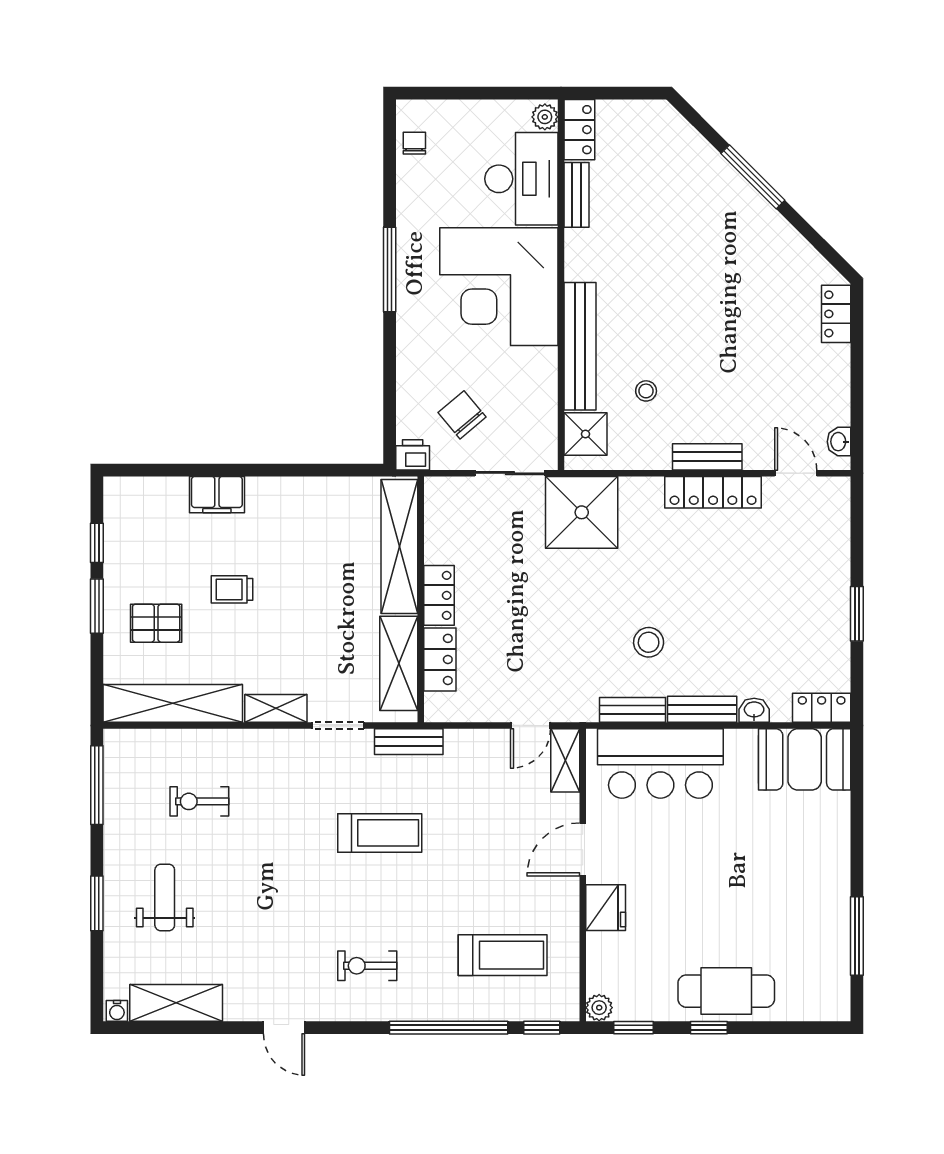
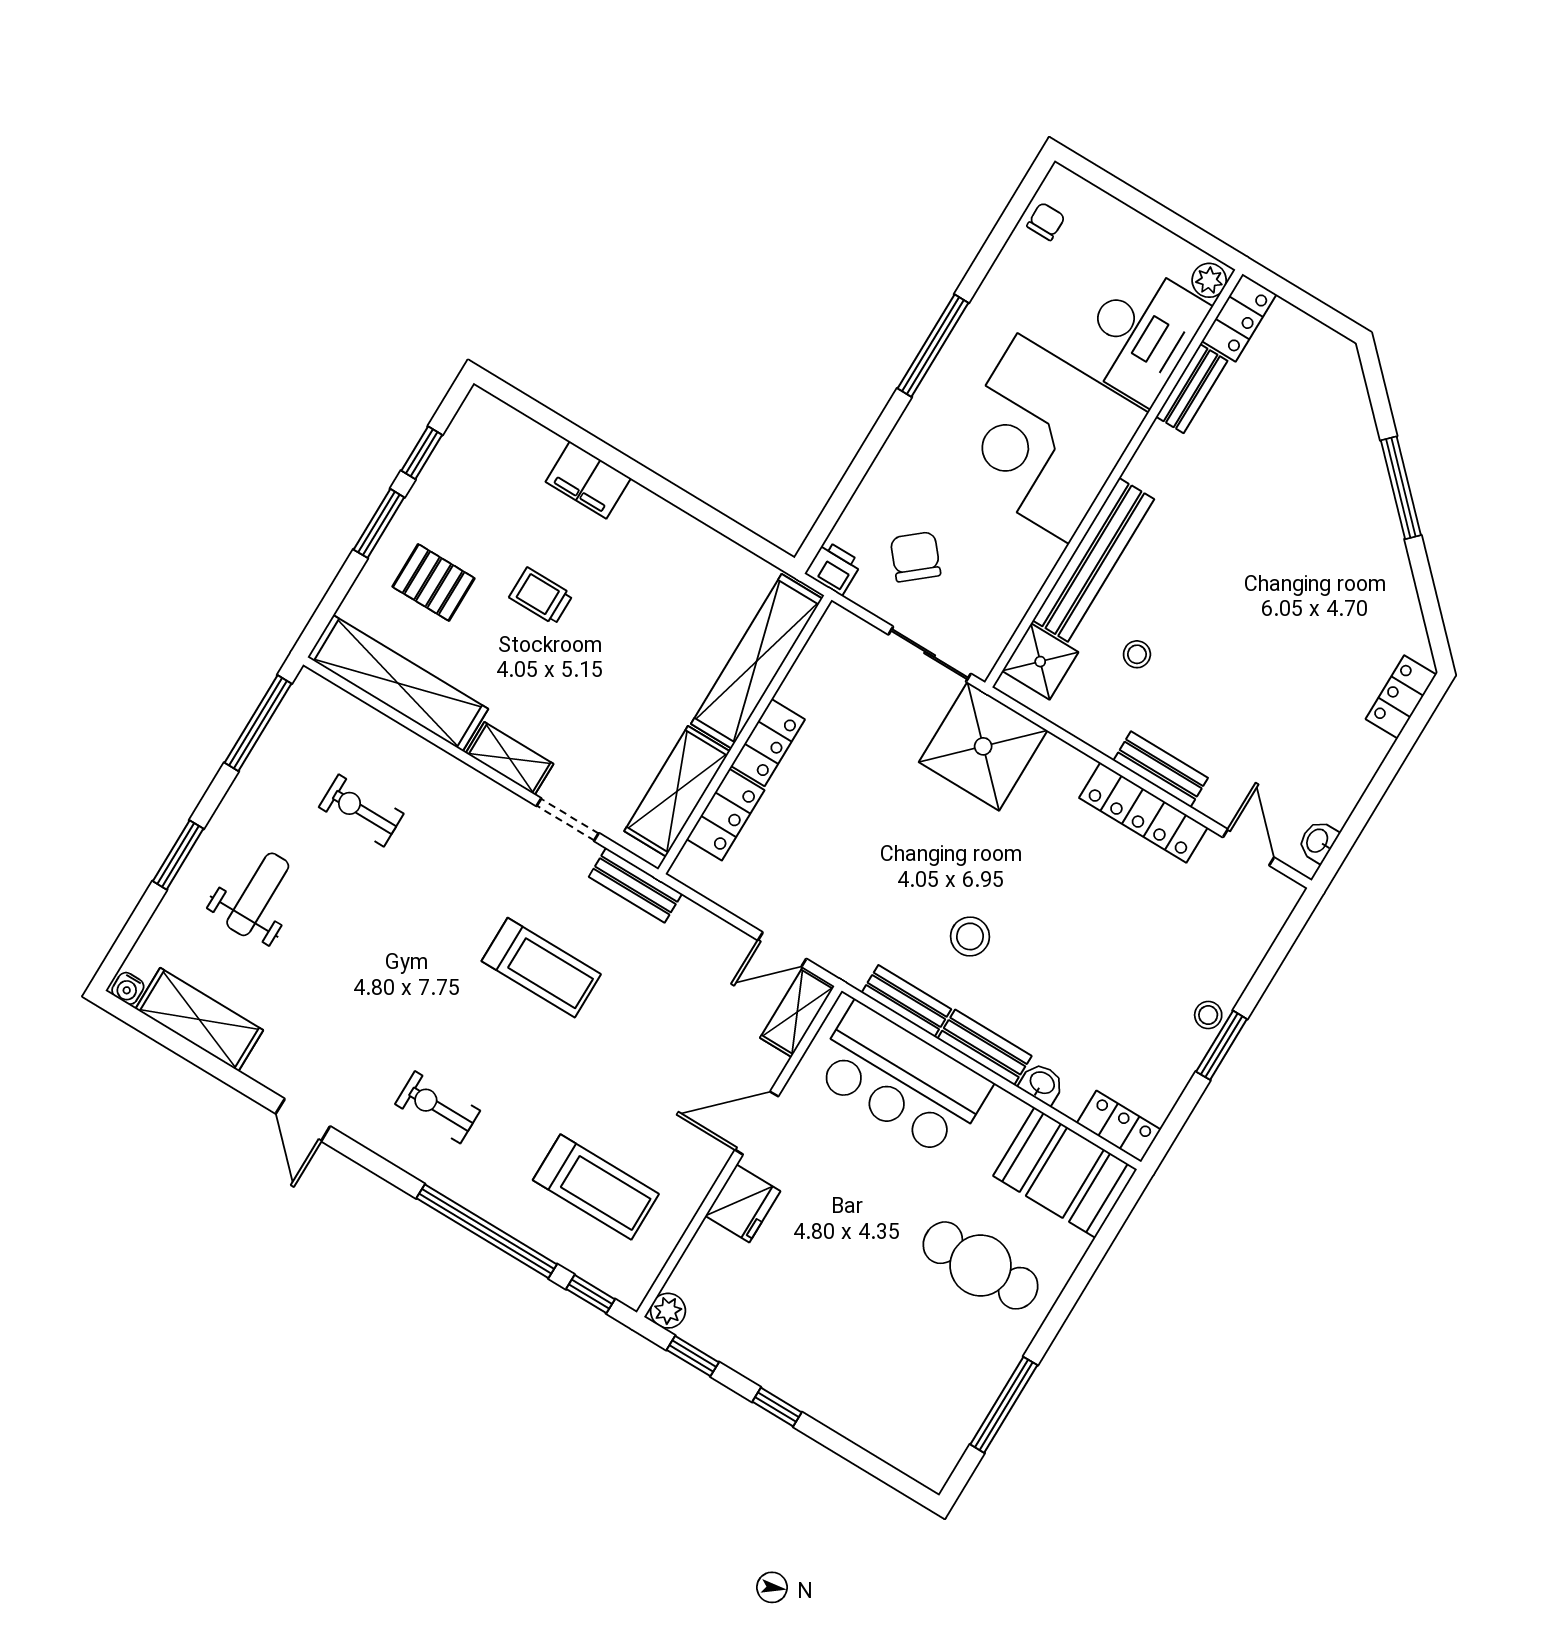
stool: (836, 599) -> (1208, 1015), added
cafe table: (726, 991) -> (981, 1265), moved

